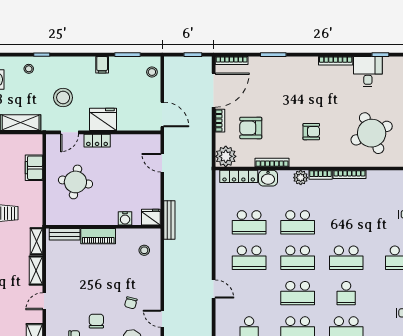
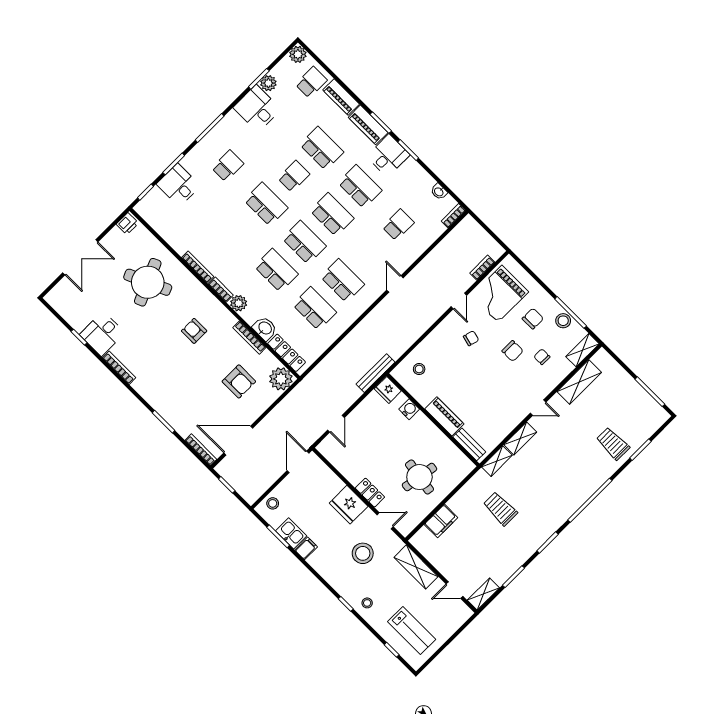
kitchen sink: (121, 65) -> (291, 533), added
bookcase: (220, 121) -> (257, 411), removed
chair: (96, 321) -> (513, 351), turned -90

